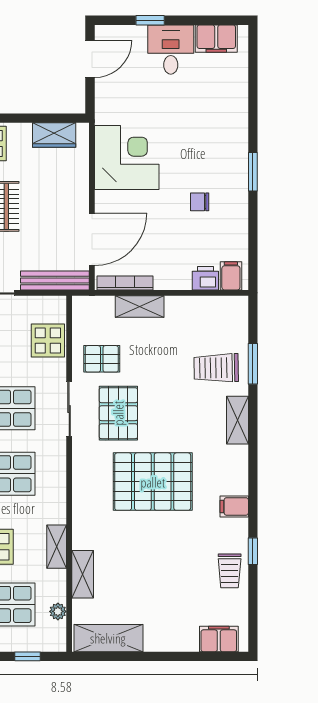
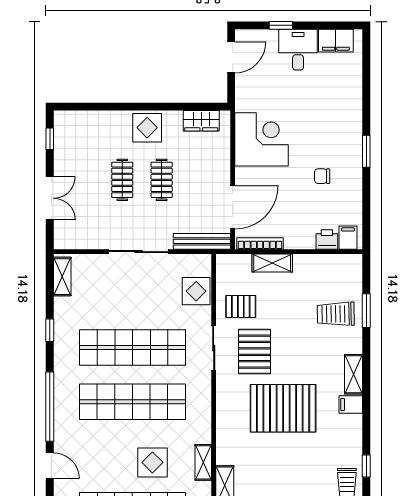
shelving: (238, 420) -> (354, 374), moved
filing cabinet: (234, 506) -> (351, 404), moved

